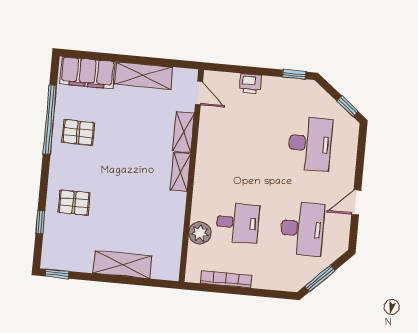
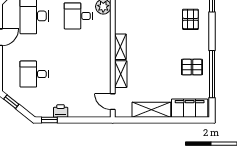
printer: (251, 84) -> (61, 111), moved
desk: (310, 144) -> (34, 74), width x0.73
pallet: (74, 203) -> (190, 19), turned 90

